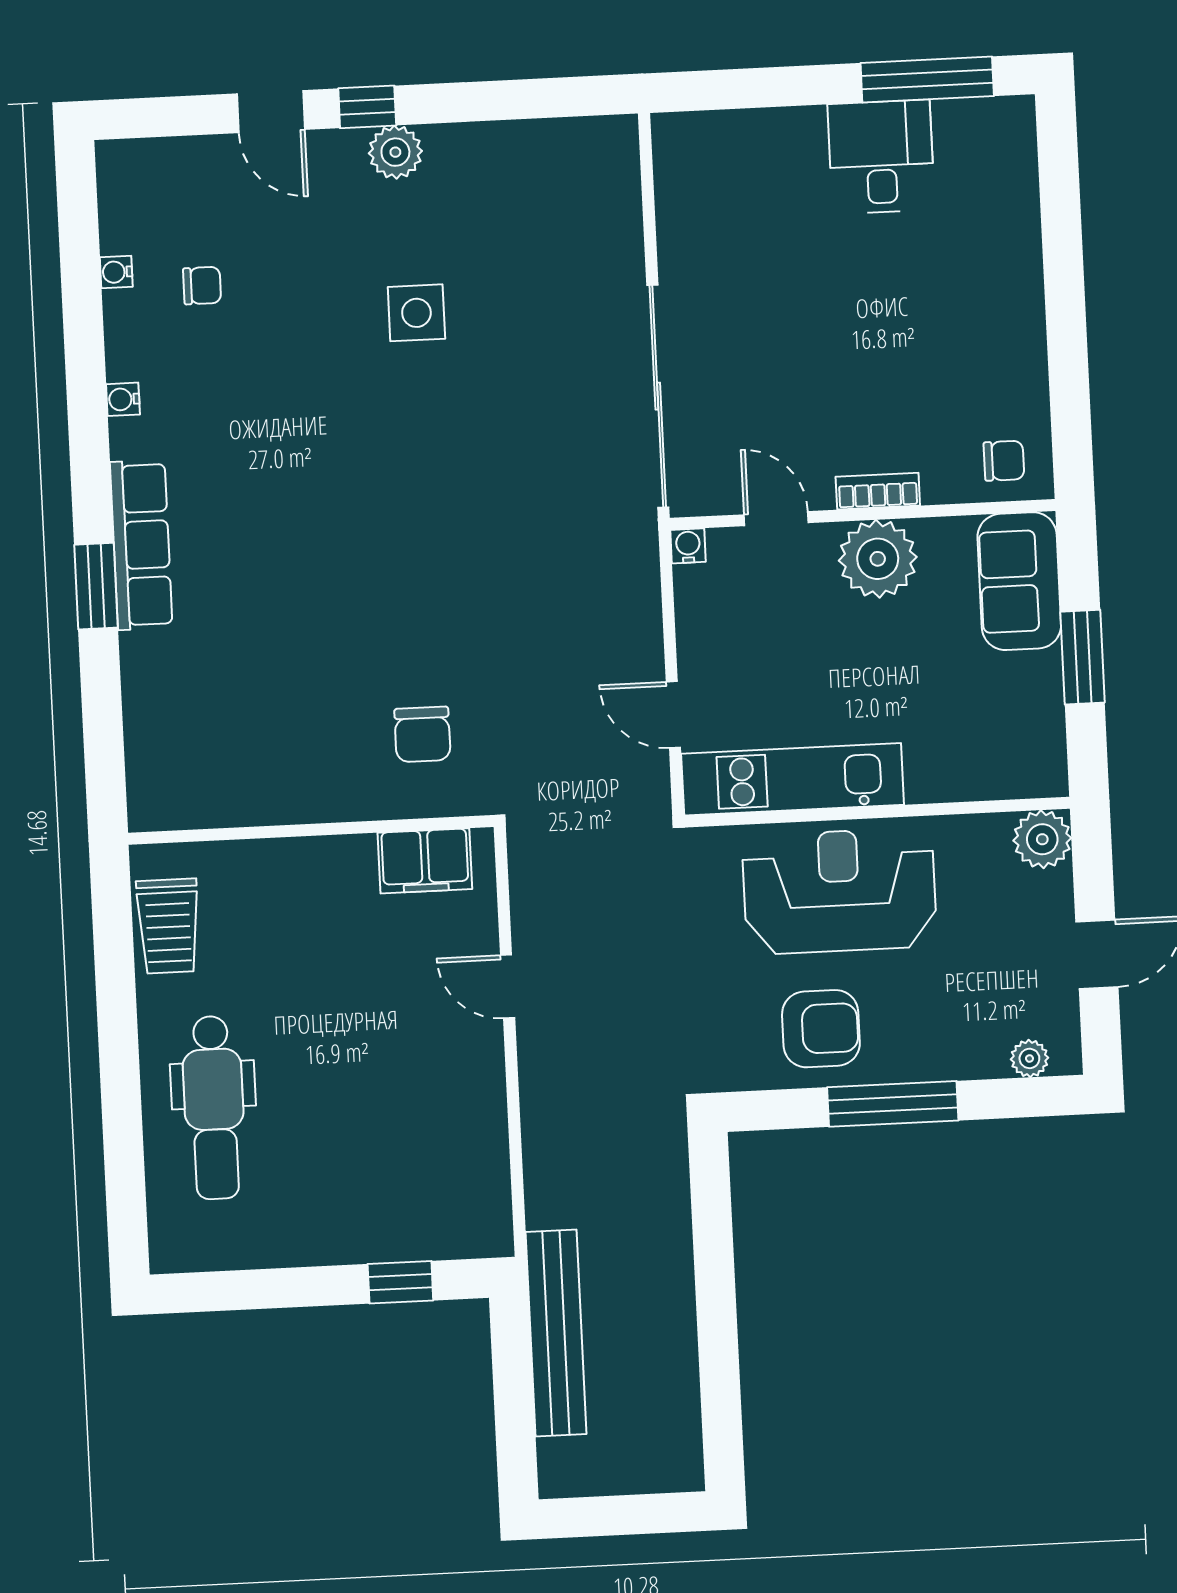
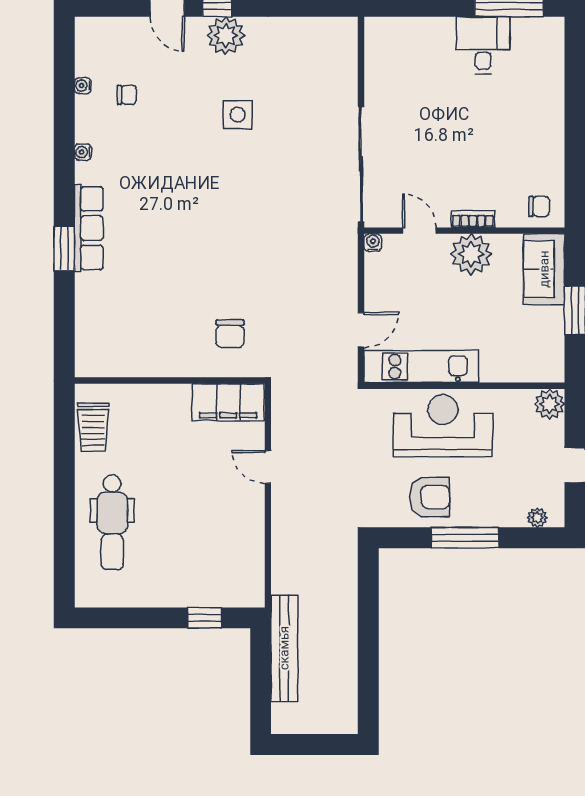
plant: (395, 152) -> (226, 36), width x1.36, depth x1.36
door: (673, 715) -> (361, 330), swing flipped
filing cabinet: (425, 861) -> (228, 402), width x1.50, depth x1.17

